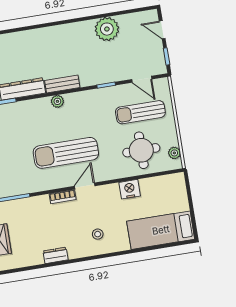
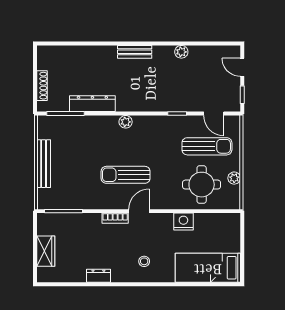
plant: (107, 29) -> (181, 52), width x0.53, depth x0.53
bench: (62, 84) -> (135, 52), moved
sun lounger: (140, 112) -> (207, 146), turned 180
sun lounger: (66, 153) -> (126, 175), width x0.73, depth x0.75
plant: (174, 153) -> (234, 178), moved

